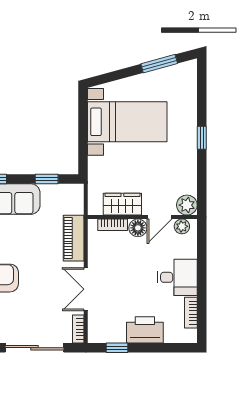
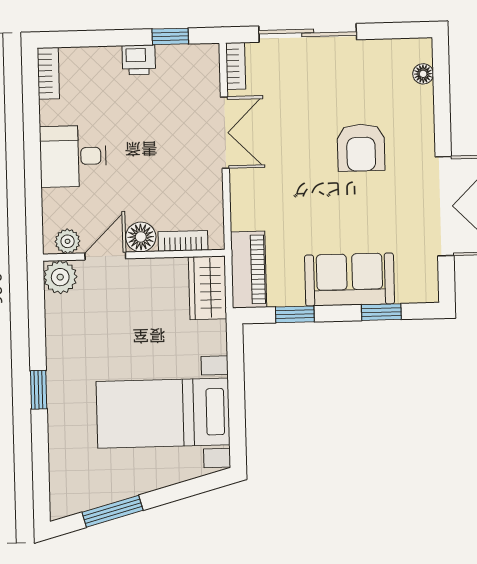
wardrobe: (122, 204) -> (208, 288), moved, turned 90
piano: (74, 238) -> (249, 270), moved
bookcase: (191, 313) -> (48, 73), moved
printer: (145, 330) -> (139, 60), width x0.53, depth x0.68

